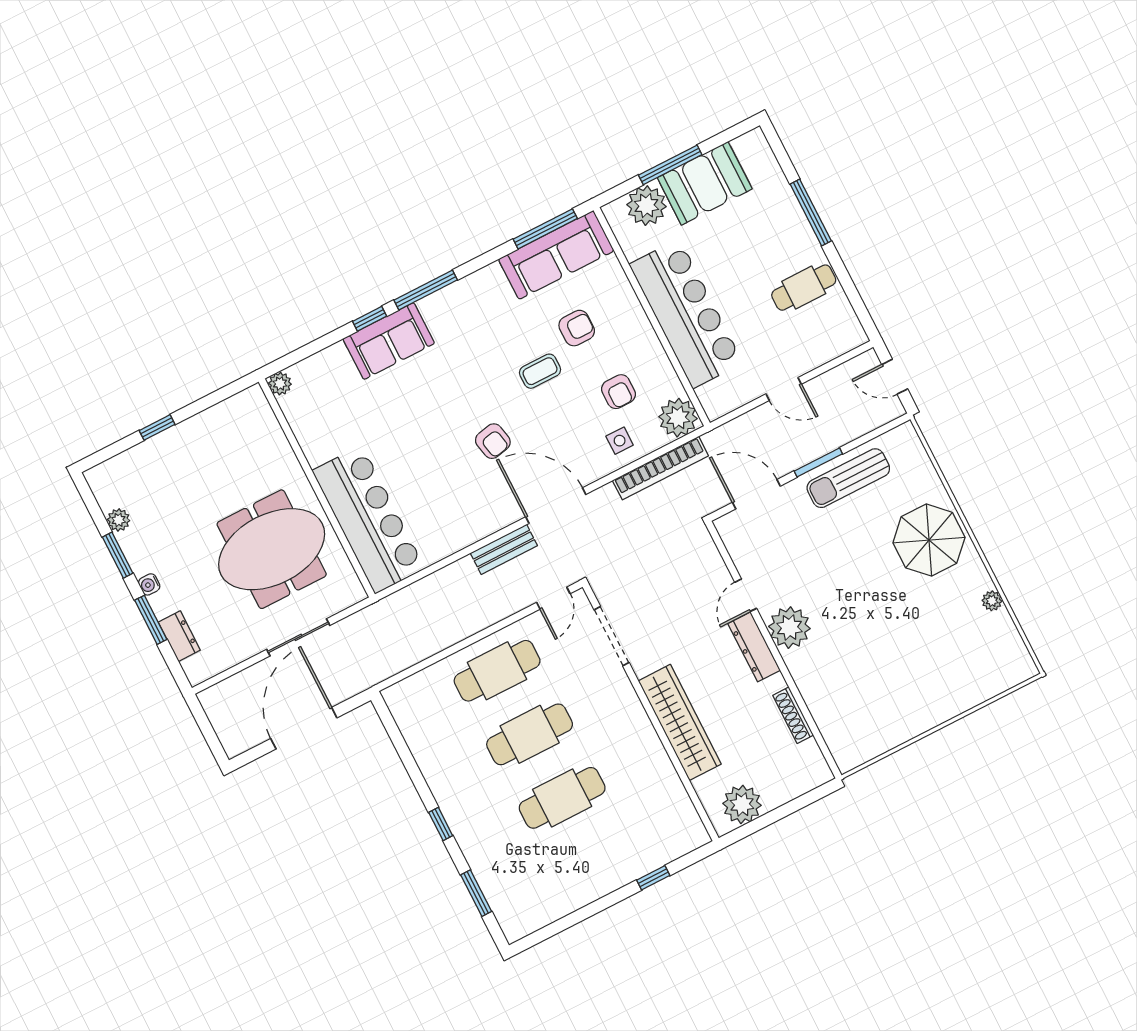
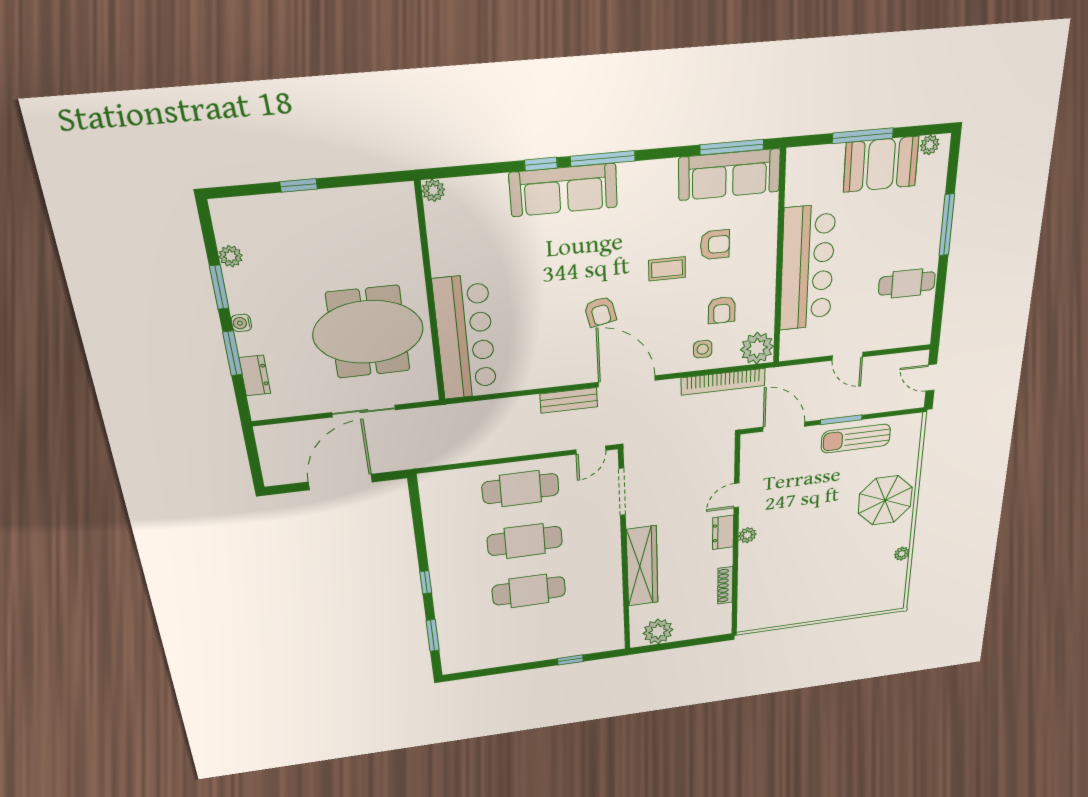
plant: (646, 206) -> (930, 145), moved, width x0.53, depth x0.53
sofa: (389, 341) -> (563, 190), width x1.36
plant: (789, 628) -> (747, 535), width x0.53, depth x0.53
dresser: (754, 647) -> (723, 532), width x0.70

